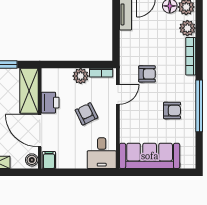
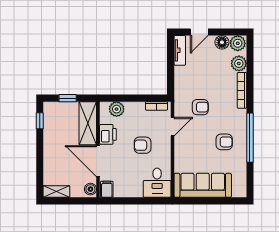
plant: (81, 76) -> (117, 109), moved
armchair: (86, 114) -> (143, 145), turned -64

